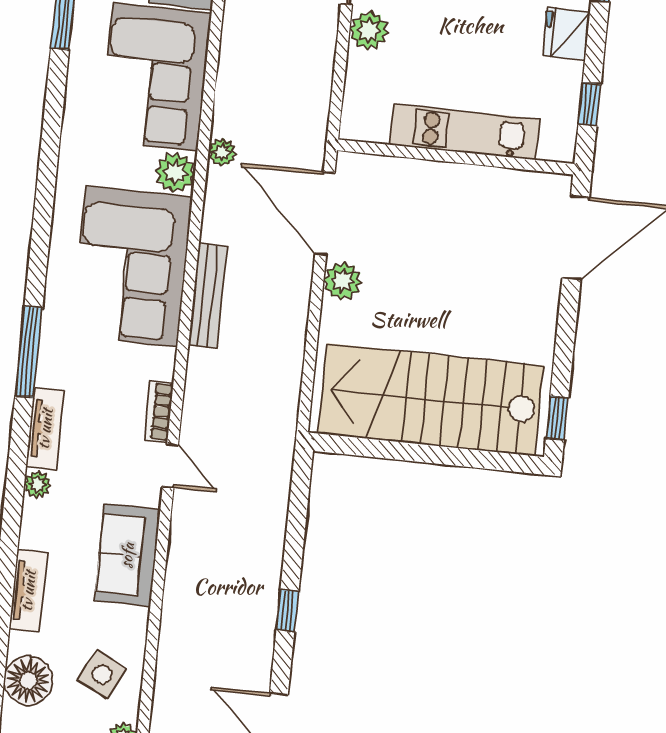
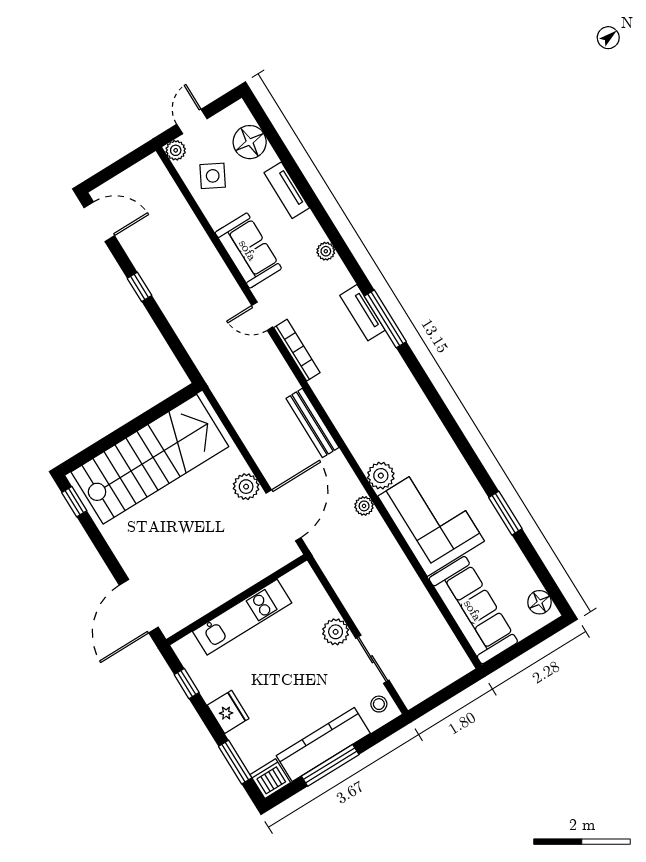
door: (325, 214) -> (283, 515), hinge flipped
corner sofa: (132, 267) -> (365, 407), removed
bookcase: (159, 411) -> (297, 350), width x1.56
tv unit: (45, 429) -> (362, 313), moved

